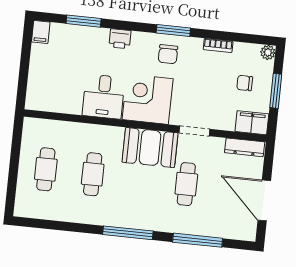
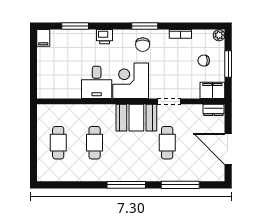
dresser: (245, 147) -> (213, 110), width x0.70

